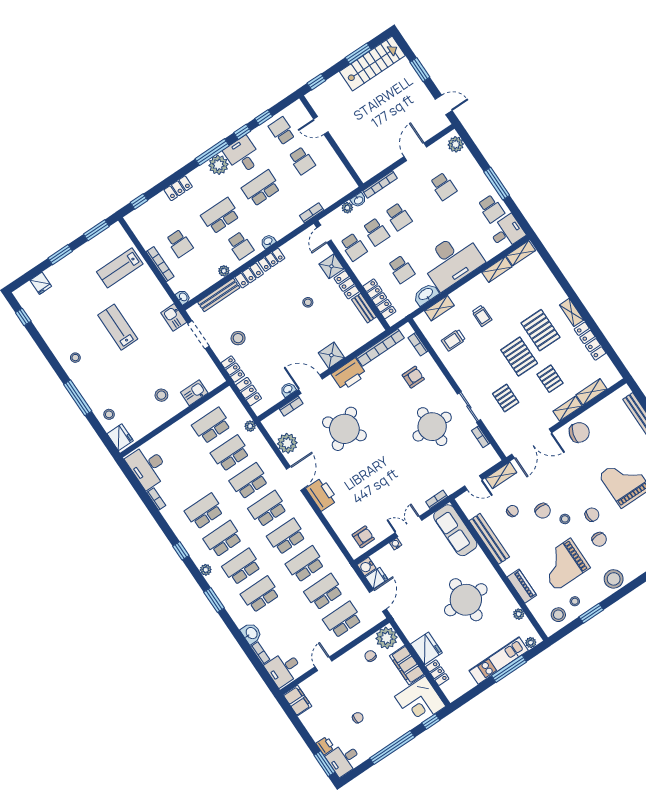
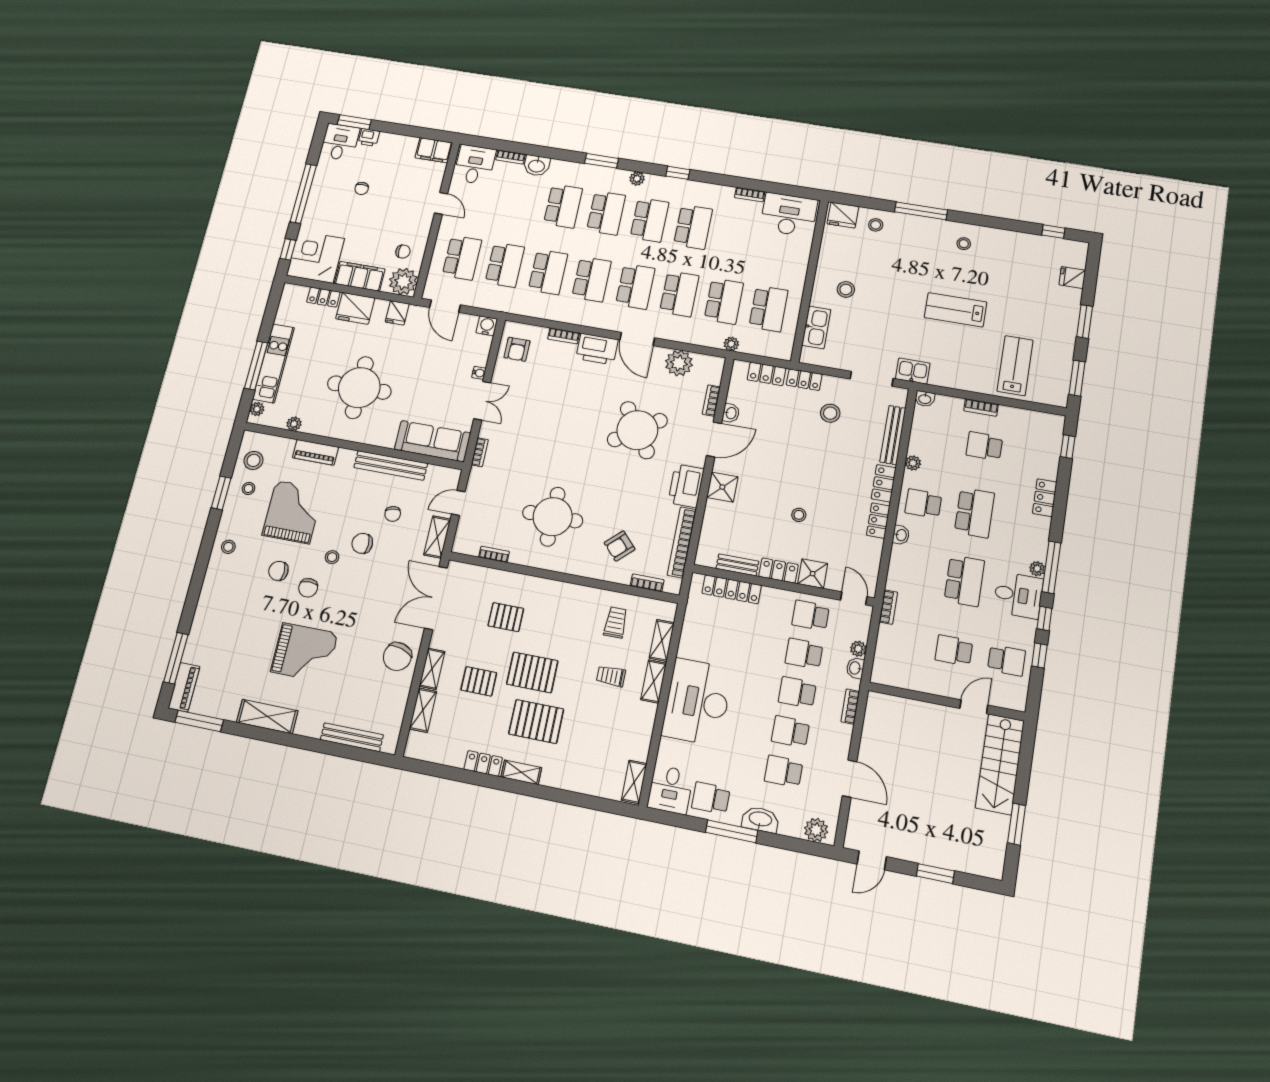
stairs: (372, 64) -> (1000, 764), moved
window: (316, 82) -> (1027, 748), removed
plant: (218, 165) -> (1037, 569), width x0.53, depth x0.53
bookcase: (380, 185) -> (850, 707), width x0.64
bookcase: (160, 264) -> (981, 407), width x0.64
school desk: (401, 269) -> (790, 732), moved
shelving: (497, 269) -> (654, 681), moved
washbasin: (426, 294) -> (760, 820), moved, turned -90
lab bench: (118, 327) -> (955, 310), turned 180
locker: (590, 341) -> (483, 763), width x0.66
armchair: (413, 377) -> (620, 546), turned 47
kitchen sink: (194, 393) -> (816, 327), width x1.38
sliding door: (469, 407) -> (535, 572), removed
bookcase: (332, 519) -> (564, 336), added
fridge: (377, 578) -> (397, 313), moved
stool: (614, 579) -> (228, 547), width x0.53, depth x0.53

